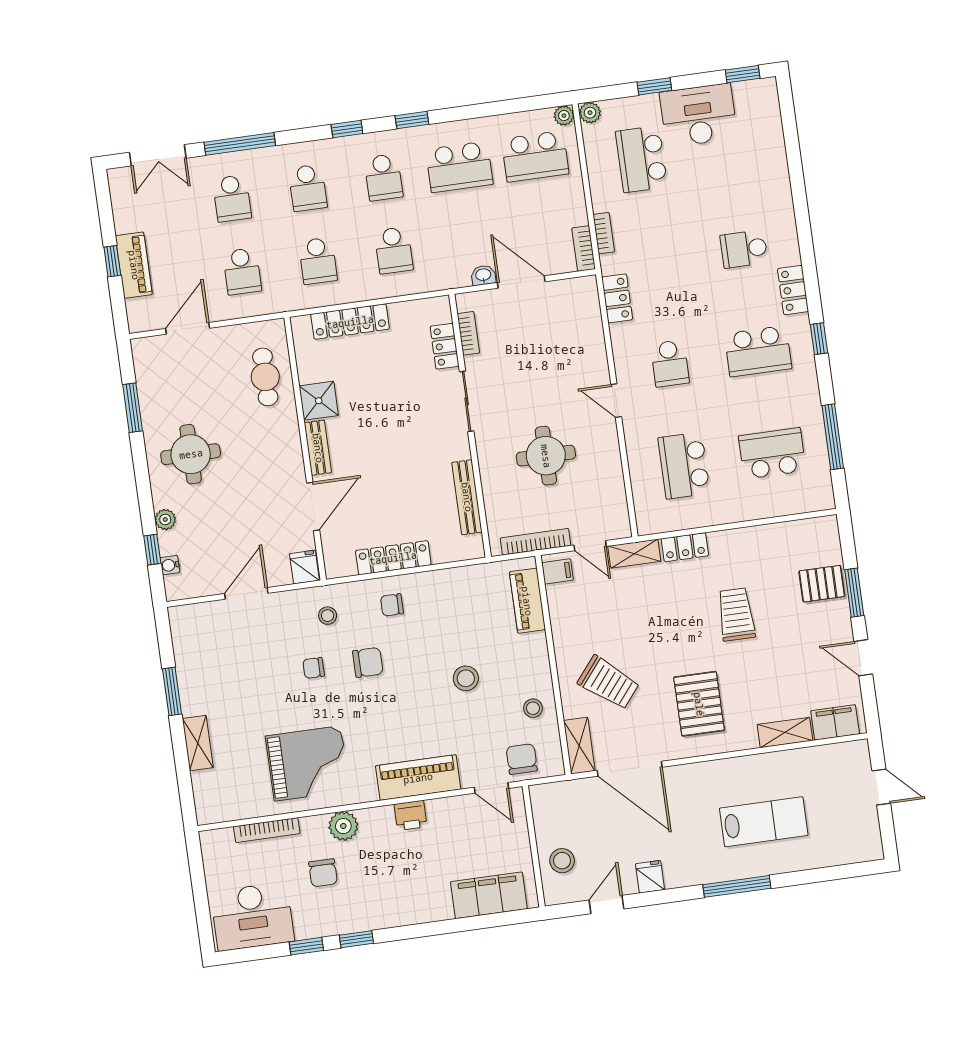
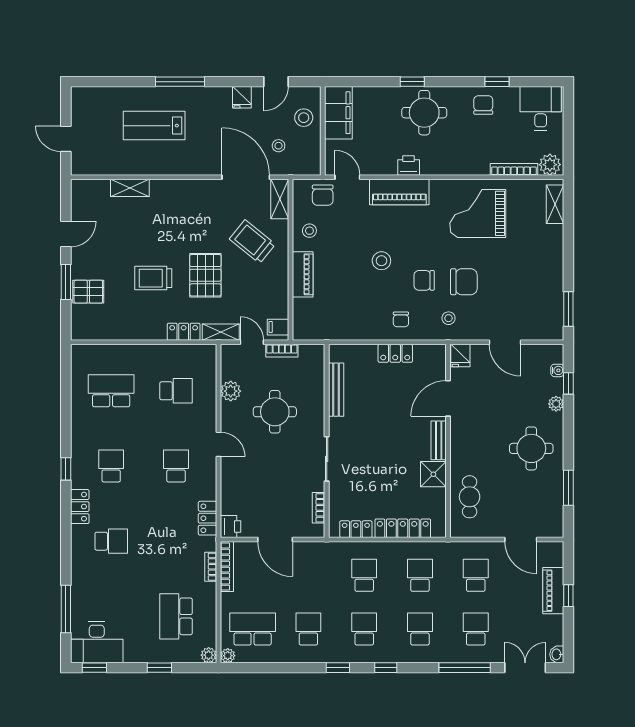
desk: (699, 115) -> (97, 642), moved
school desk: (641, 159) -> (176, 616), turned 180
school desk: (459, 167) -> (308, 629), width x0.54
bookcase: (584, 249) -> (227, 567), width x1.56
washbasin: (483, 275) -> (557, 654), moved, turned 90
printer: (584, 291) -> (231, 527), added
door: (188, 328) -> (521, 540), hinge flipped
locker: (445, 346) -> (356, 529), moved, turned -90
school desk: (758, 351) -> (111, 466), width x0.54
window: (833, 437) -> (66, 609), moved
school desk: (772, 453) -> (111, 391), turned 180
school desk: (684, 466) -> (176, 391), width x0.54
plant: (610, 475) -> (231, 391), added
bookcase: (536, 542) -> (282, 351), width x0.64
locker: (393, 558) -> (395, 353), width x0.66
door: (246, 593) -> (505, 342), hinge flipped
piano: (527, 601) -> (303, 274), moved
chair: (392, 605) -> (401, 319), turned 90
trolley: (736, 614) -> (153, 278), turned 90
door: (863, 658) -> (66, 234), hinge flipped
chair: (314, 668) -> (464, 282), width x1.87, depth x1.87
stool: (466, 678) -> (381, 261), moved
window: (172, 691) -> (568, 309), moved
pallet: (699, 704) -> (205, 275), moved
filing cabinet: (835, 722) -> (93, 190), removed
shelving: (198, 743) -> (555, 204), moved
stool: (591, 818) -> (279, 146), added
plant: (343, 826) -> (550, 165), moved
chair: (323, 873) -> (483, 105), moved
round table: (399, 890) -> (424, 113), added
filing cabinet: (489, 895) -> (338, 113), moved, turned -90
desk: (252, 916) -> (541, 108), width x0.73
window: (356, 939) -> (412, 82), moved

